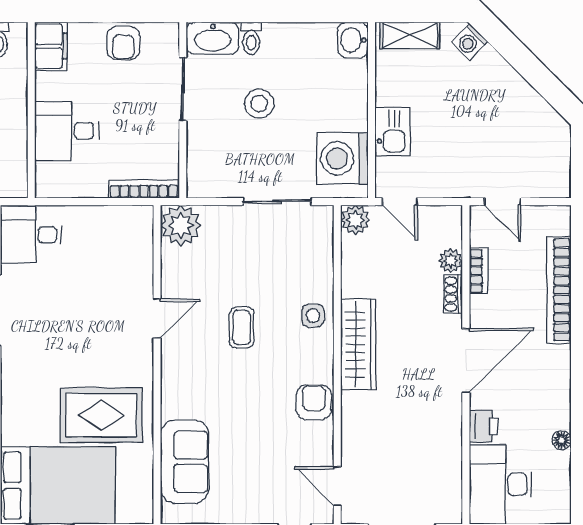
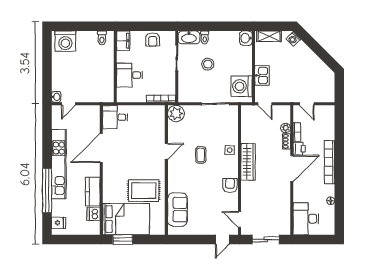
plant: (355, 220) -> (247, 111), removed
bookcase: (559, 290) -> (330, 162), moved
printer: (484, 427) -> (299, 149), moved

